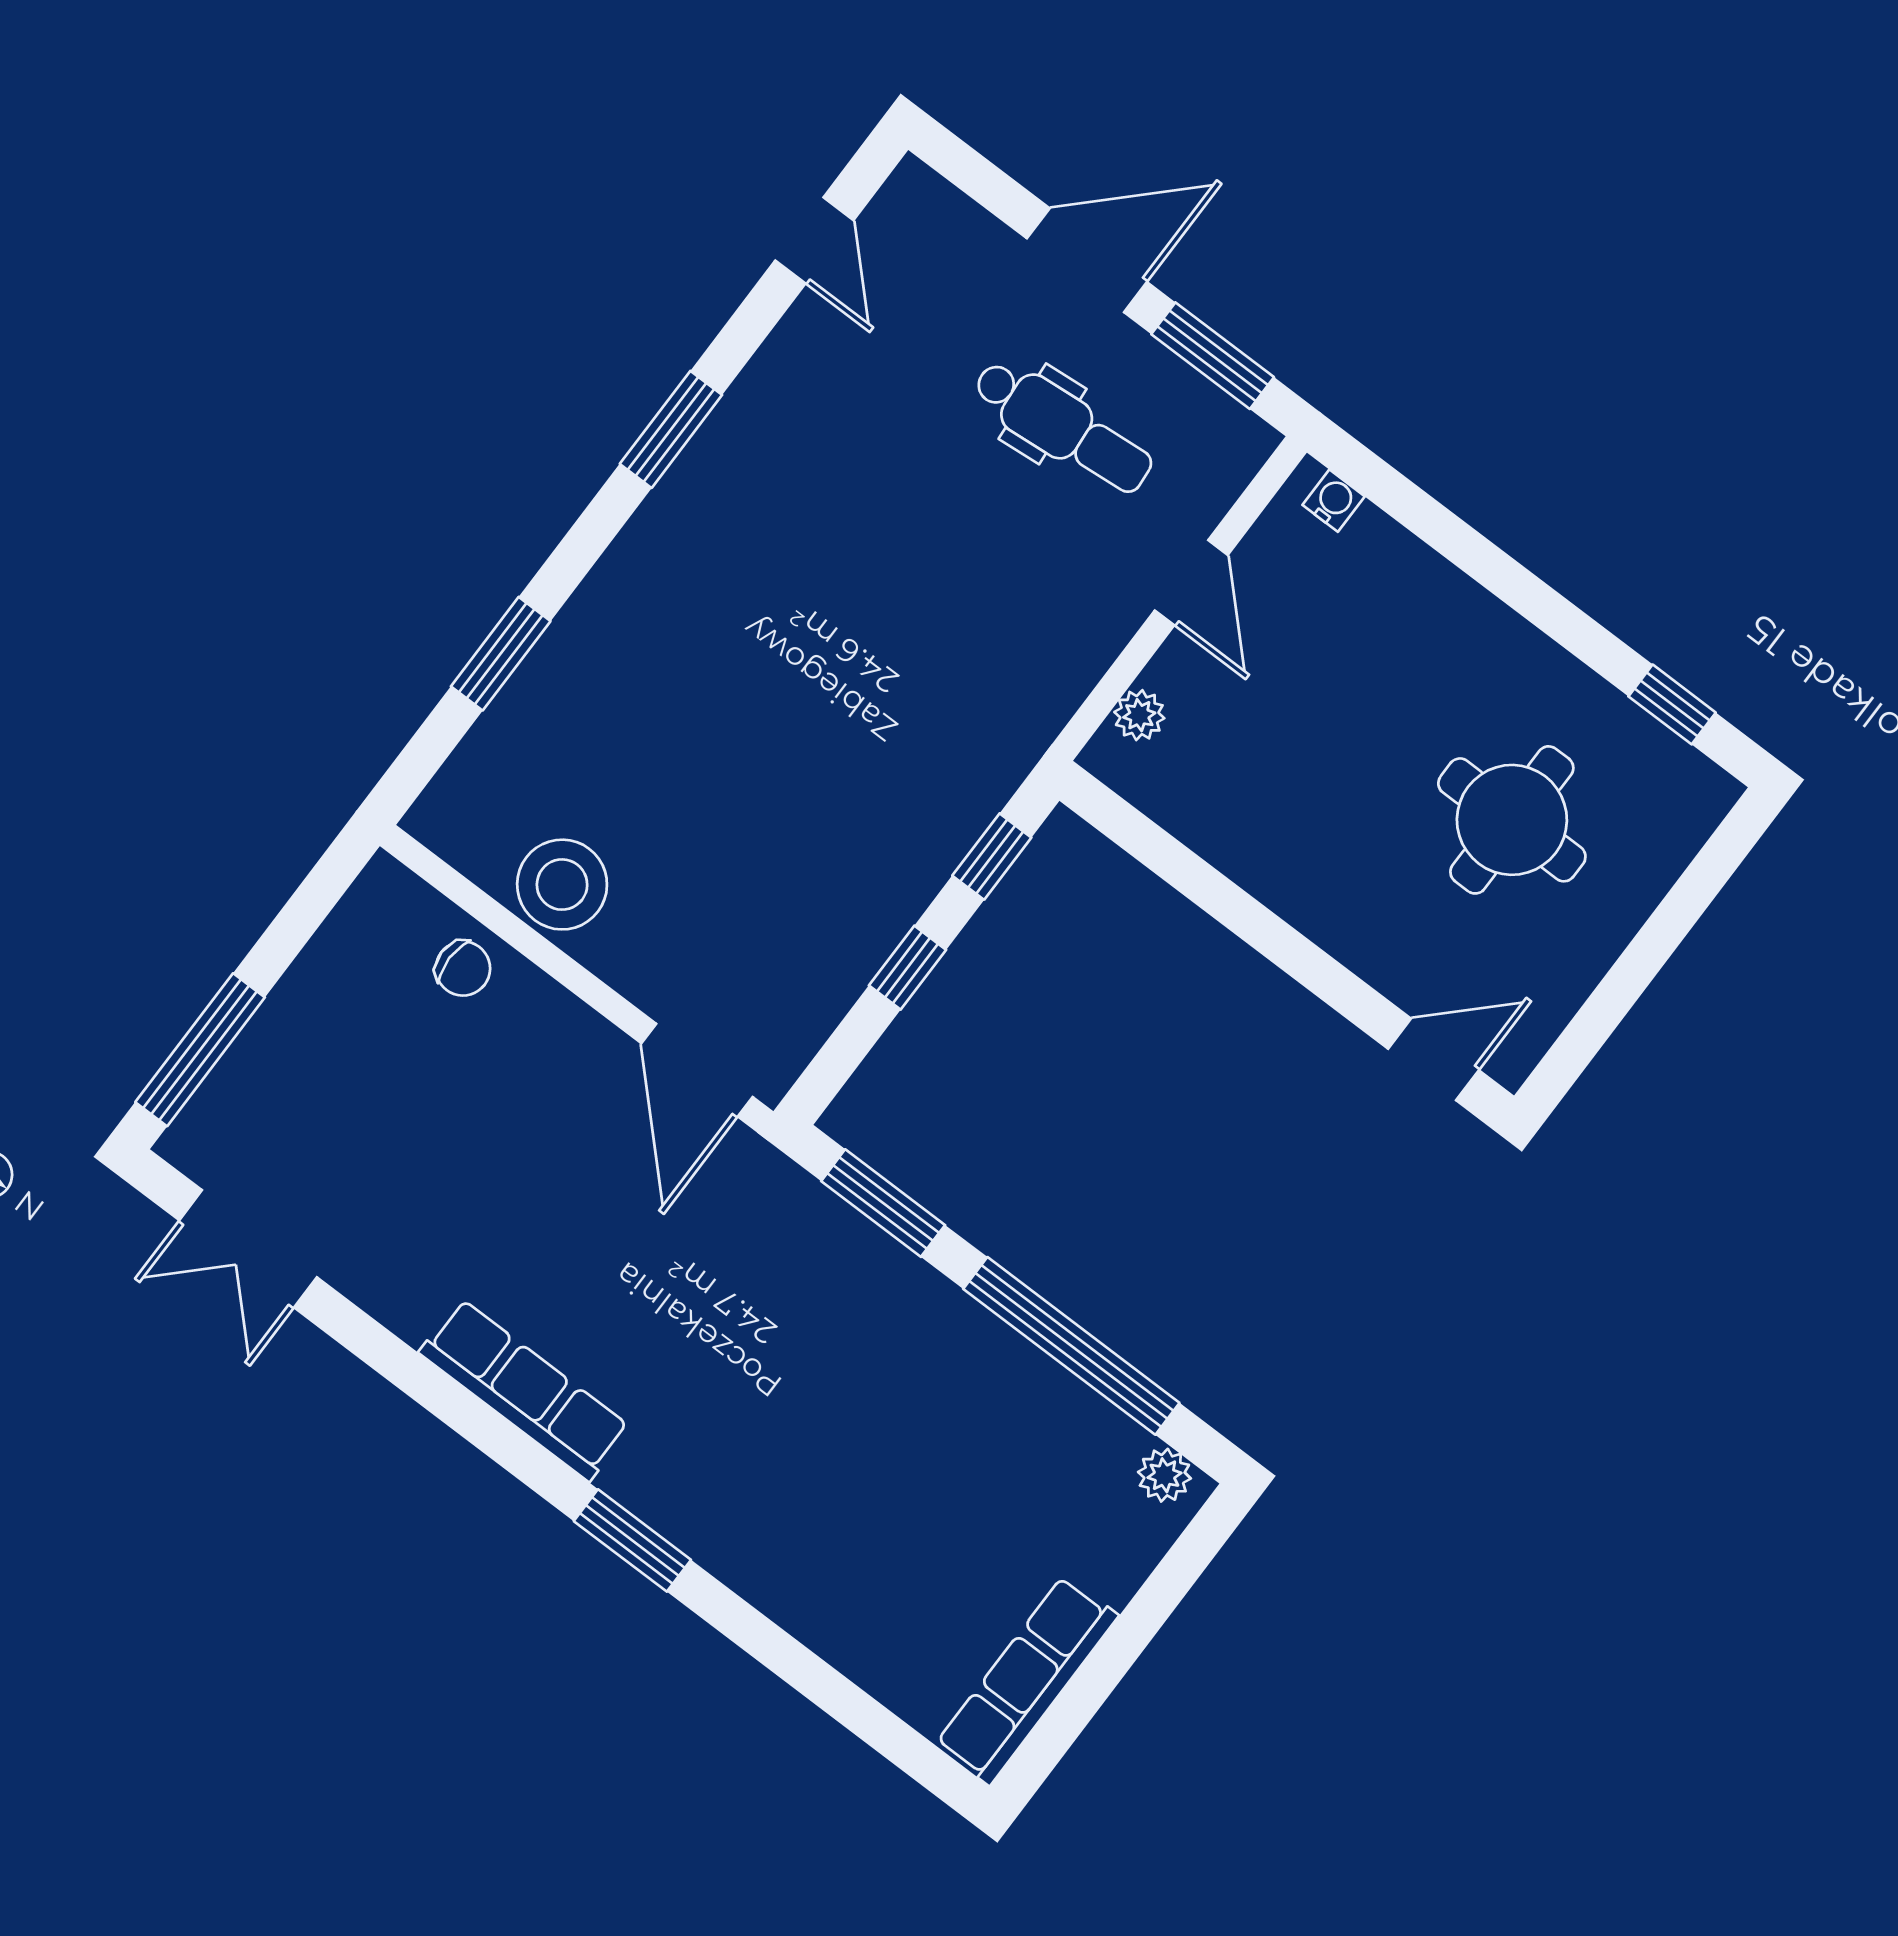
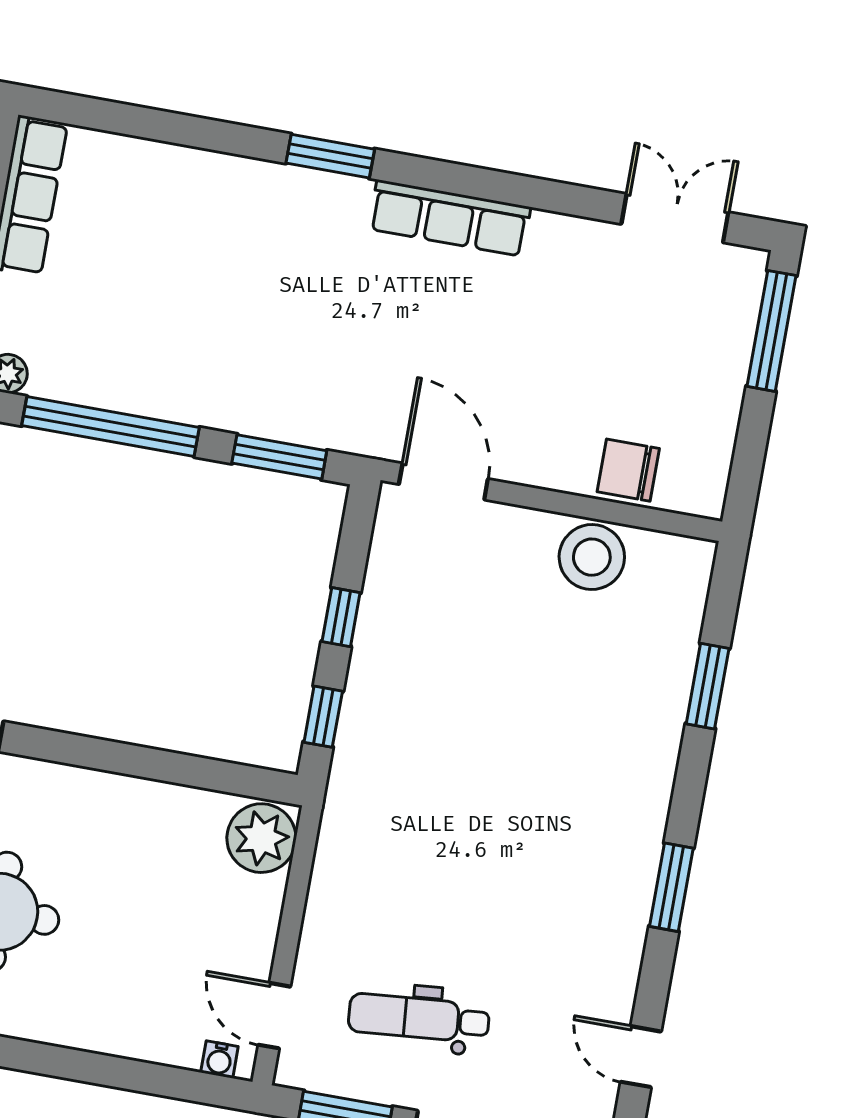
door: (1191, 583) -> (274, 1016), moved
plant: (1139, 715) -> (261, 838), width x1.87, depth x1.87
chair: (463, 968) -> (628, 470), width x1.37, depth x1.37

